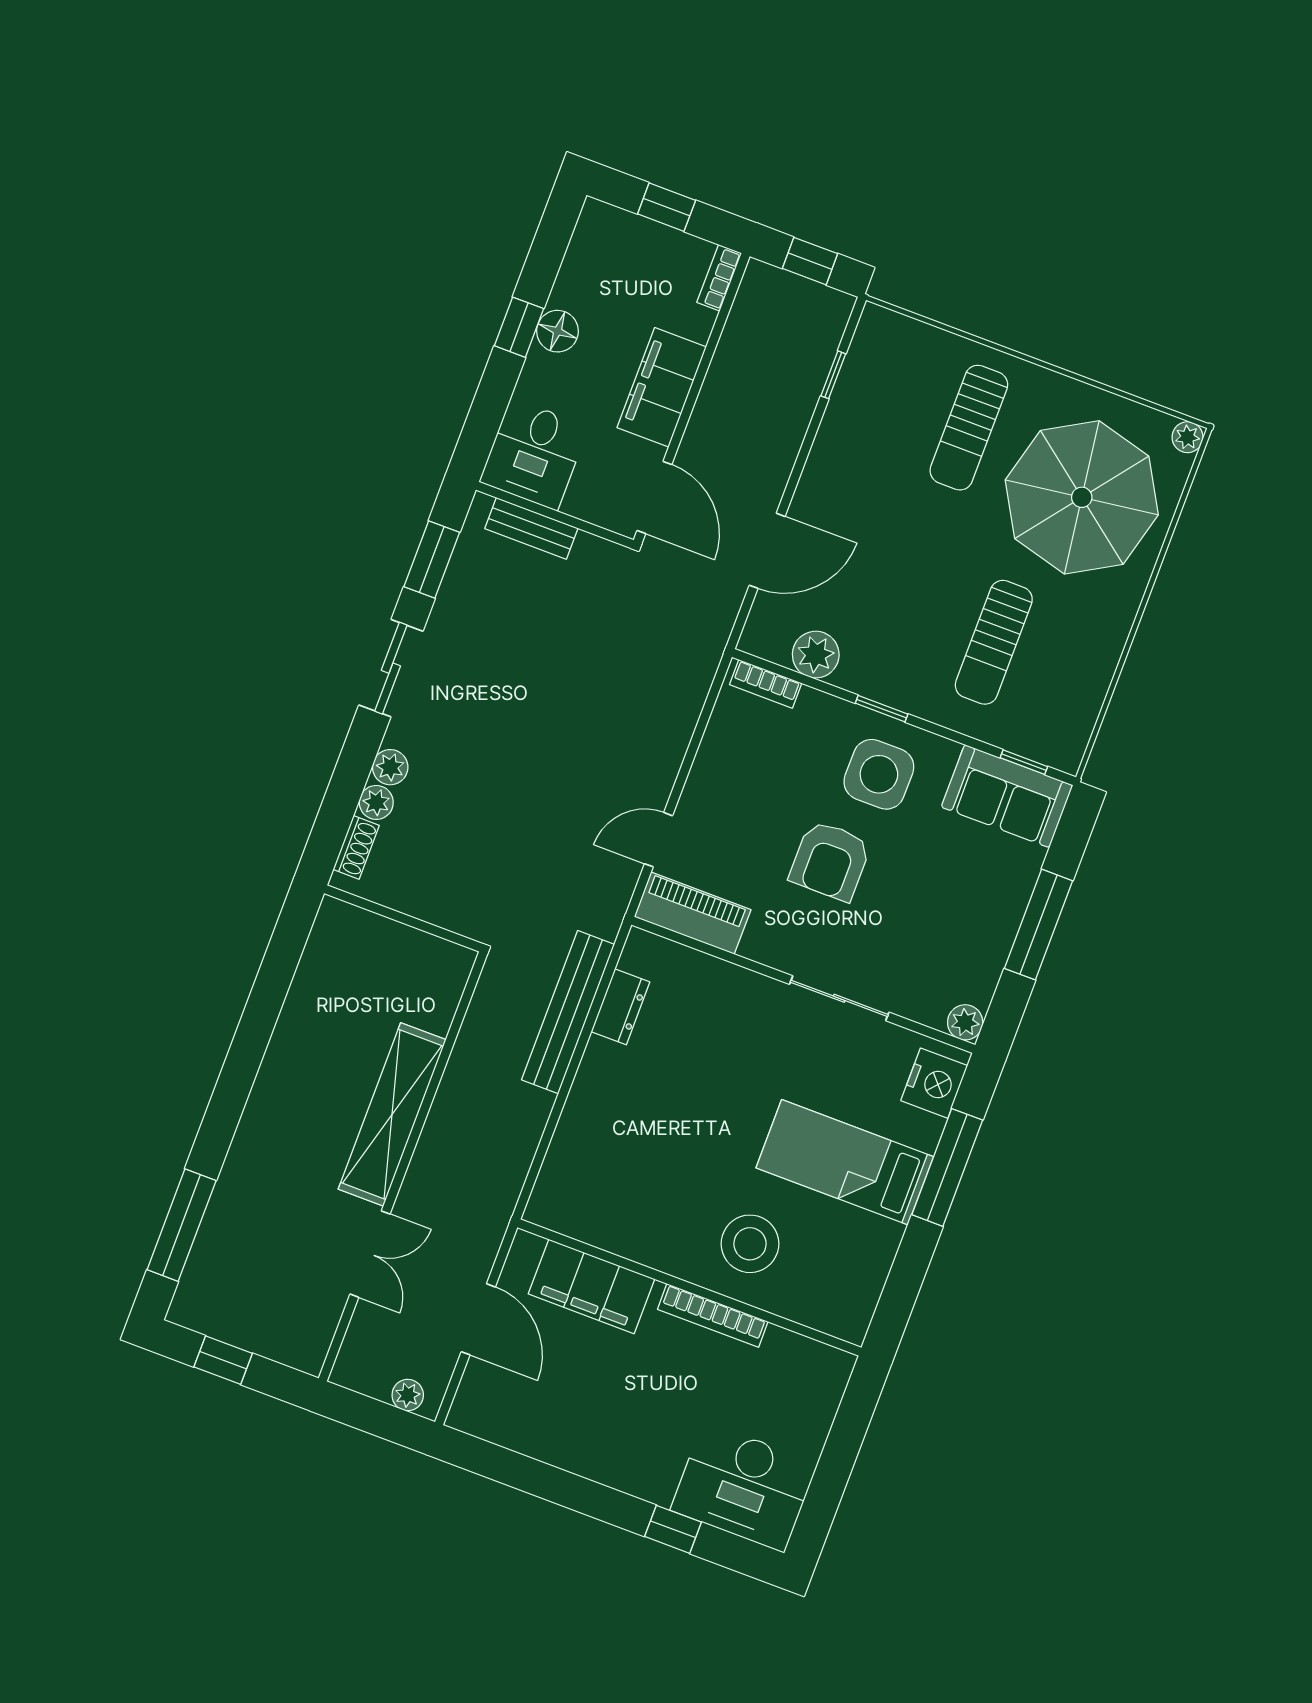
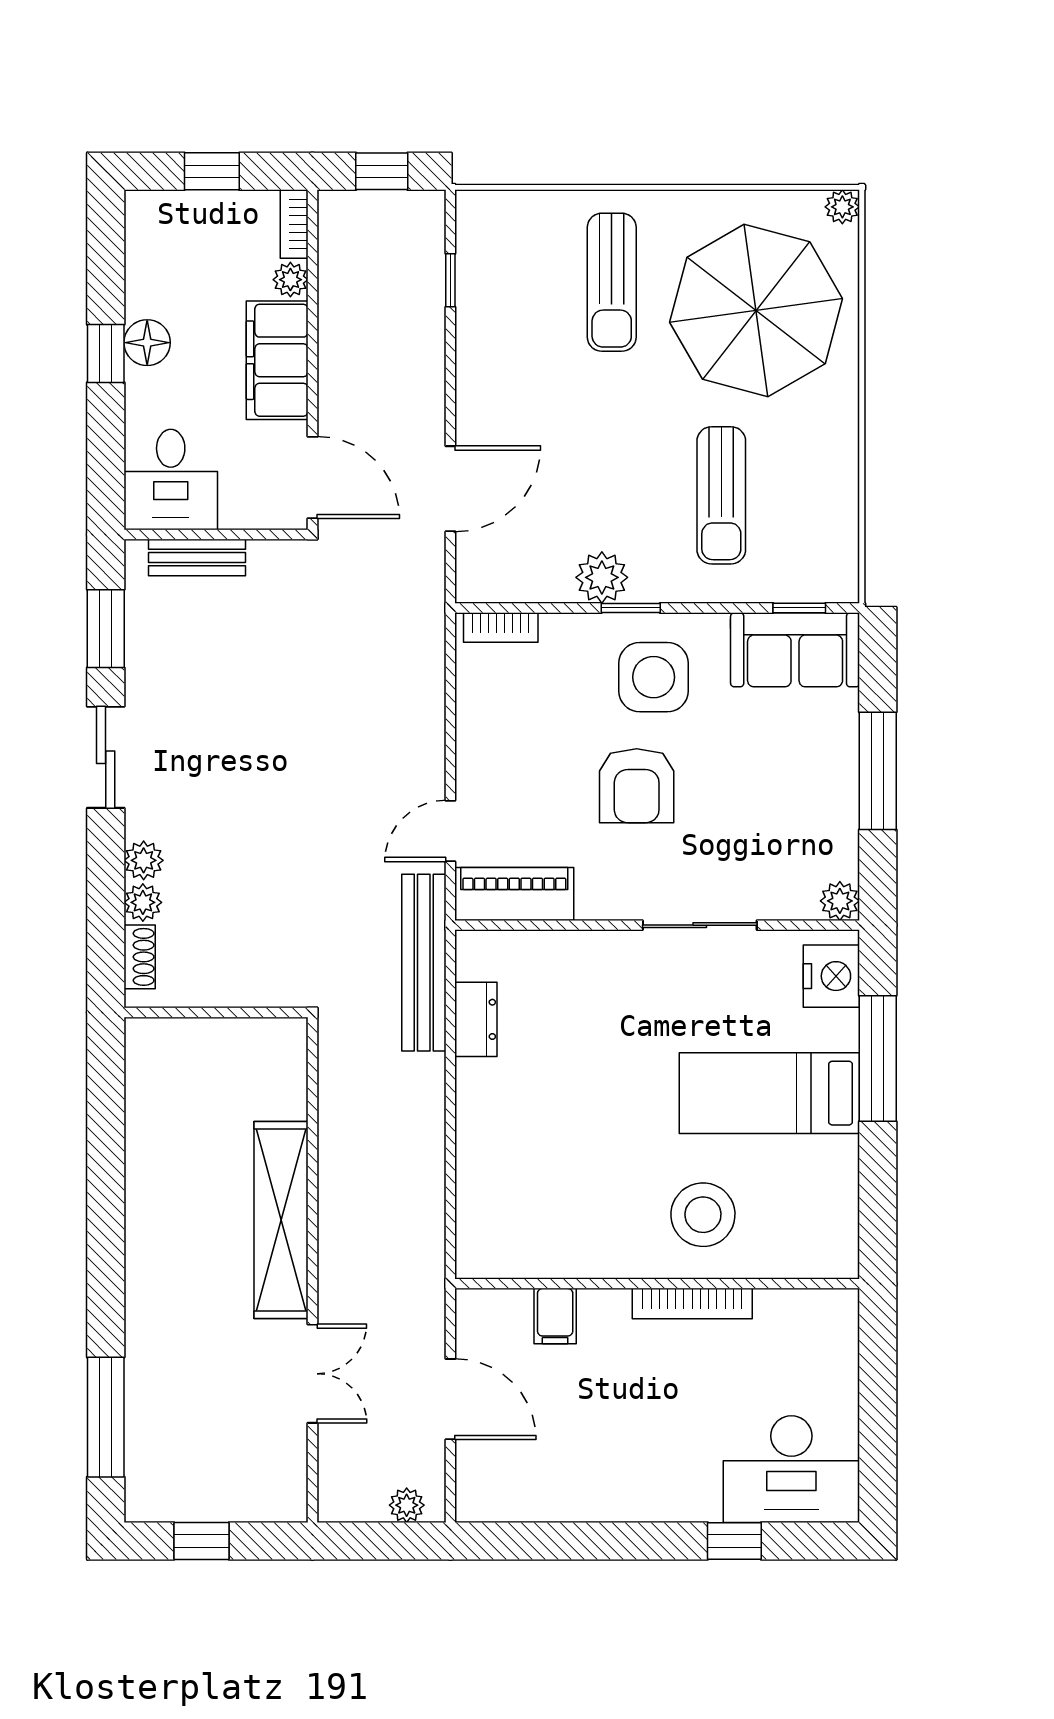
plant: (699, 323) -> (290, 280), added
plant: (816, 655) -> (602, 577), moved
bench: (568, 1012) -> (424, 963), moved
filing cabinet: (592, 1286) -> (555, 1316), width x0.33, depth x0.86

